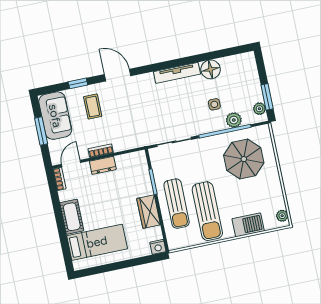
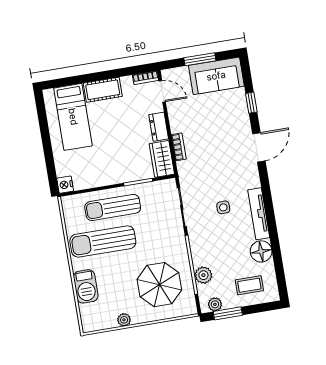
side table: (214, 104) -> (223, 207), moved
coffee table: (93, 107) -> (249, 285), moved
bookcase: (101, 151) -> (179, 147), moved
wardrobe: (149, 212) -> (162, 159), moved, turned -90
plant: (282, 216) -> (124, 320), moved

